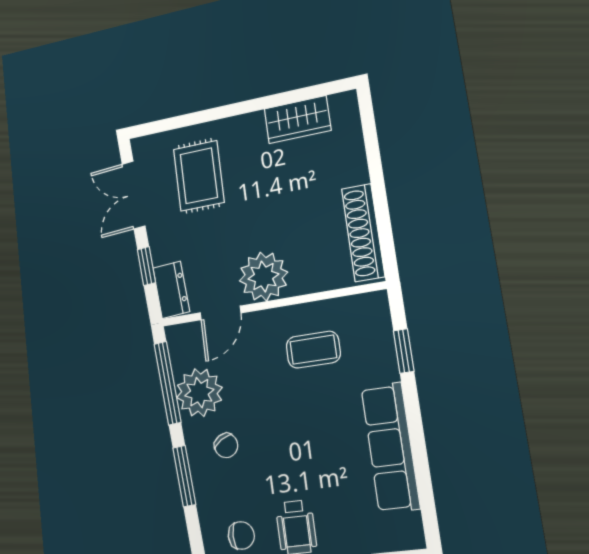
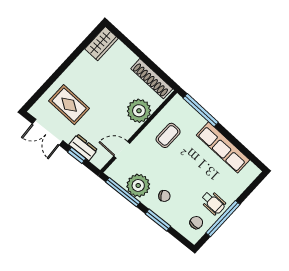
wardrobe: (298, 120) -> (101, 44), moved
plant: (263, 277) -> (139, 111), moved
dresser: (171, 290) -> (83, 147), moved
door: (220, 313) -> (122, 150), swing flipped
window: (404, 351) -> (201, 110), width x2.17

